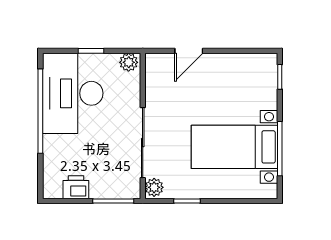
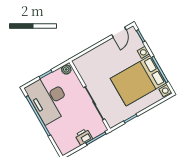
door: (189, 51) -> (119, 32), moved
bed with nightstands: (235, 147) -> (138, 81), width x1.36
printer: (76, 187) -> (84, 137), moved
plant: (154, 187) -> (111, 121), removed

